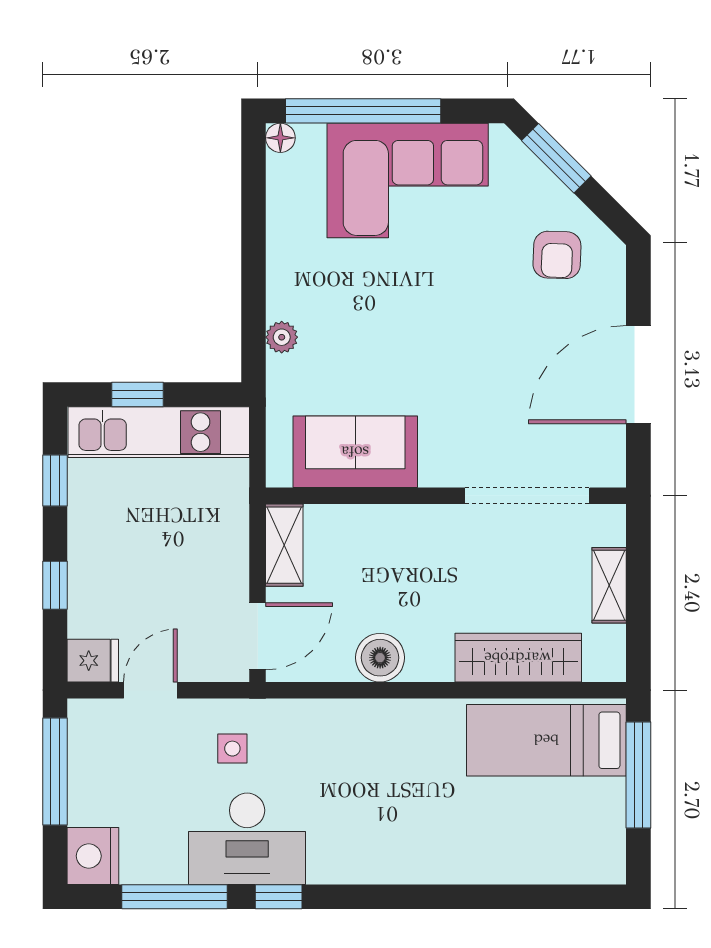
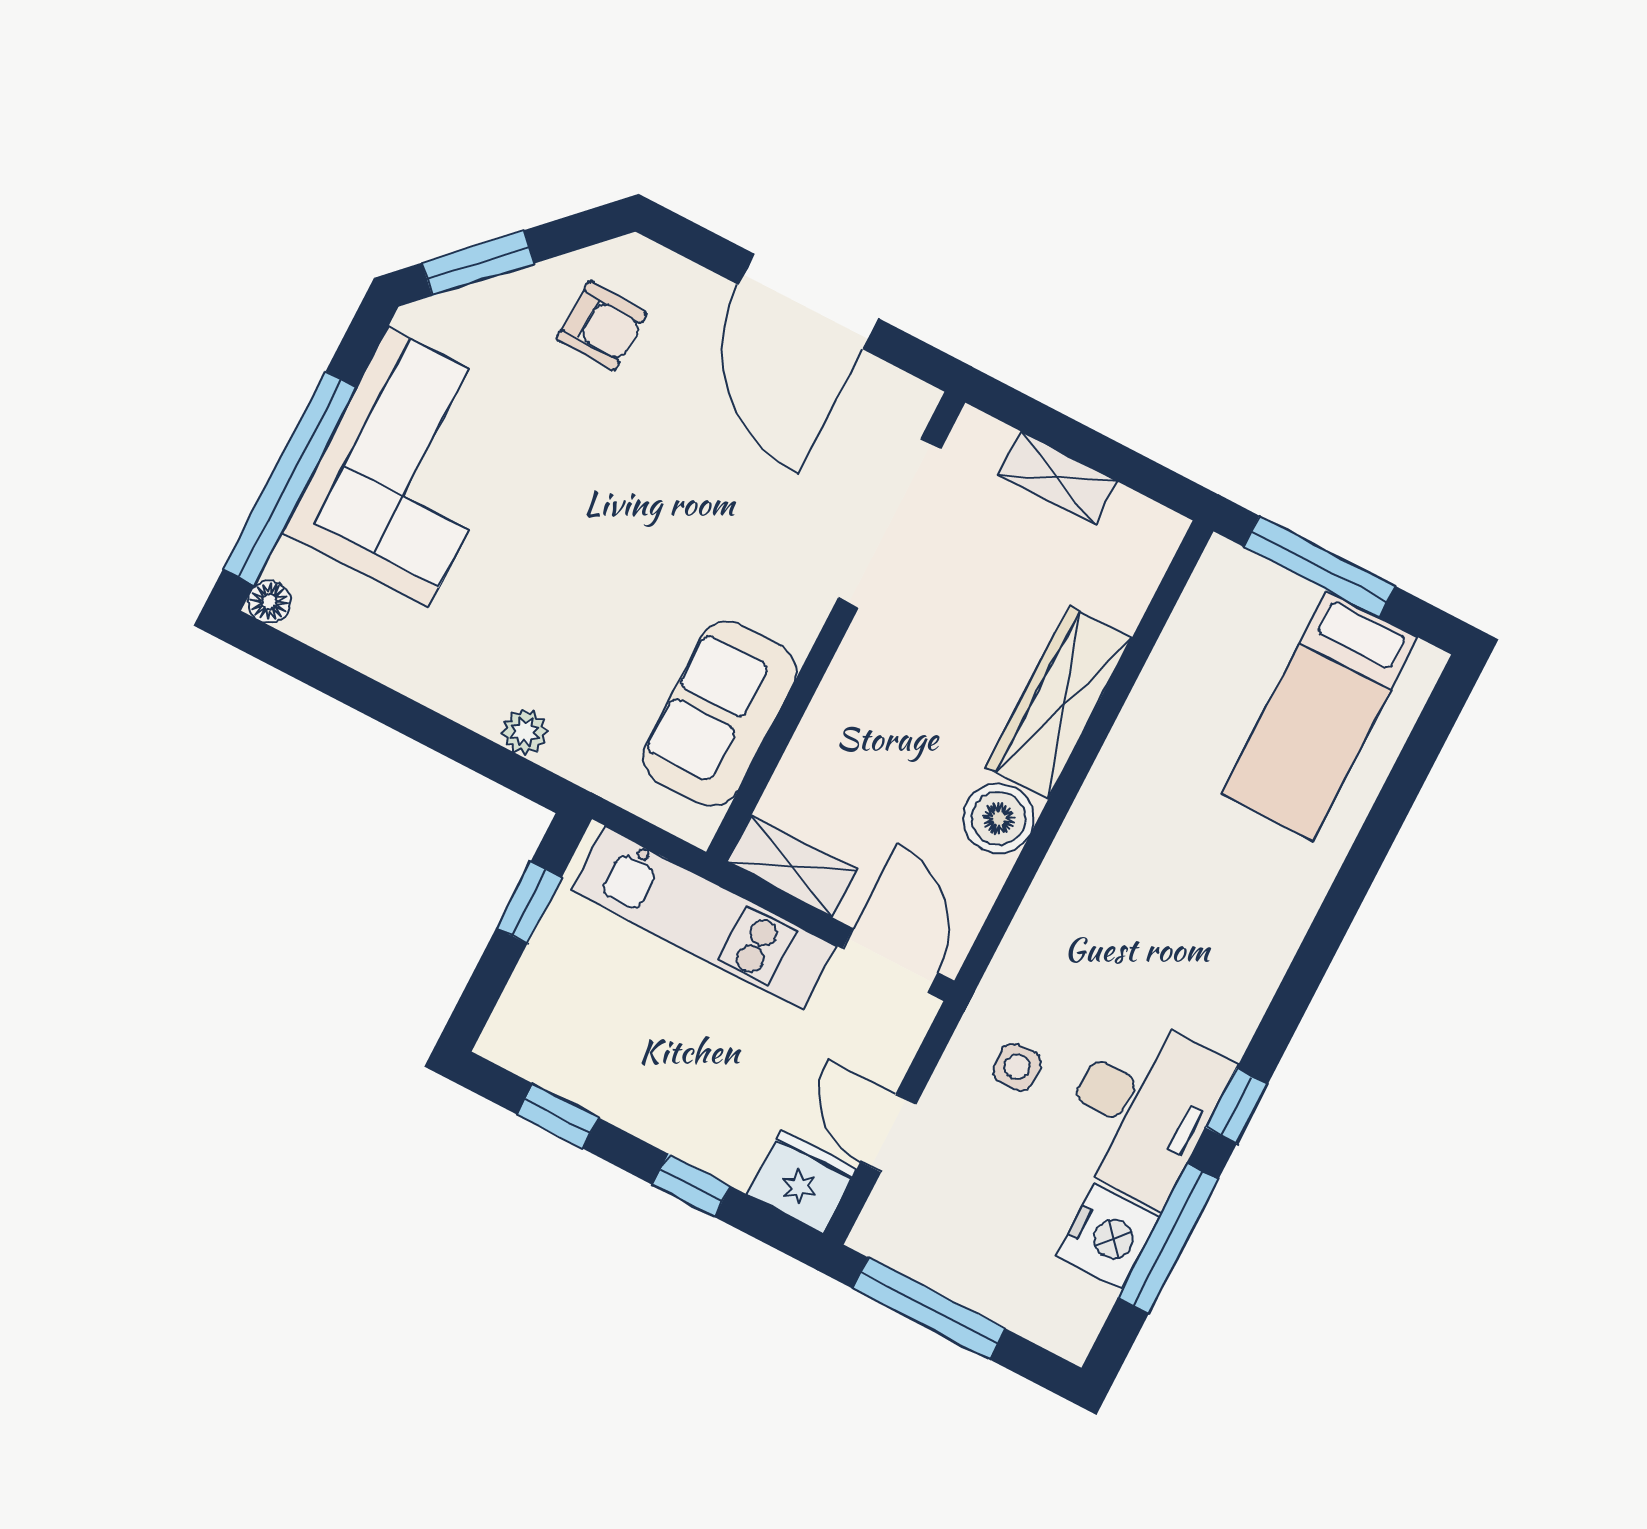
window: (137, 394) -> (529, 903), moved
kitchen unit: (159, 432) -> (704, 918), moved, turned 90
wardrobe: (518, 658) -> (1059, 703), moved
fridge: (93, 661) -> (802, 1181), width x1.38
bed: (546, 740) -> (1320, 715), moved
nightstand: (93, 856) -> (1108, 1236), moved, turned -90

